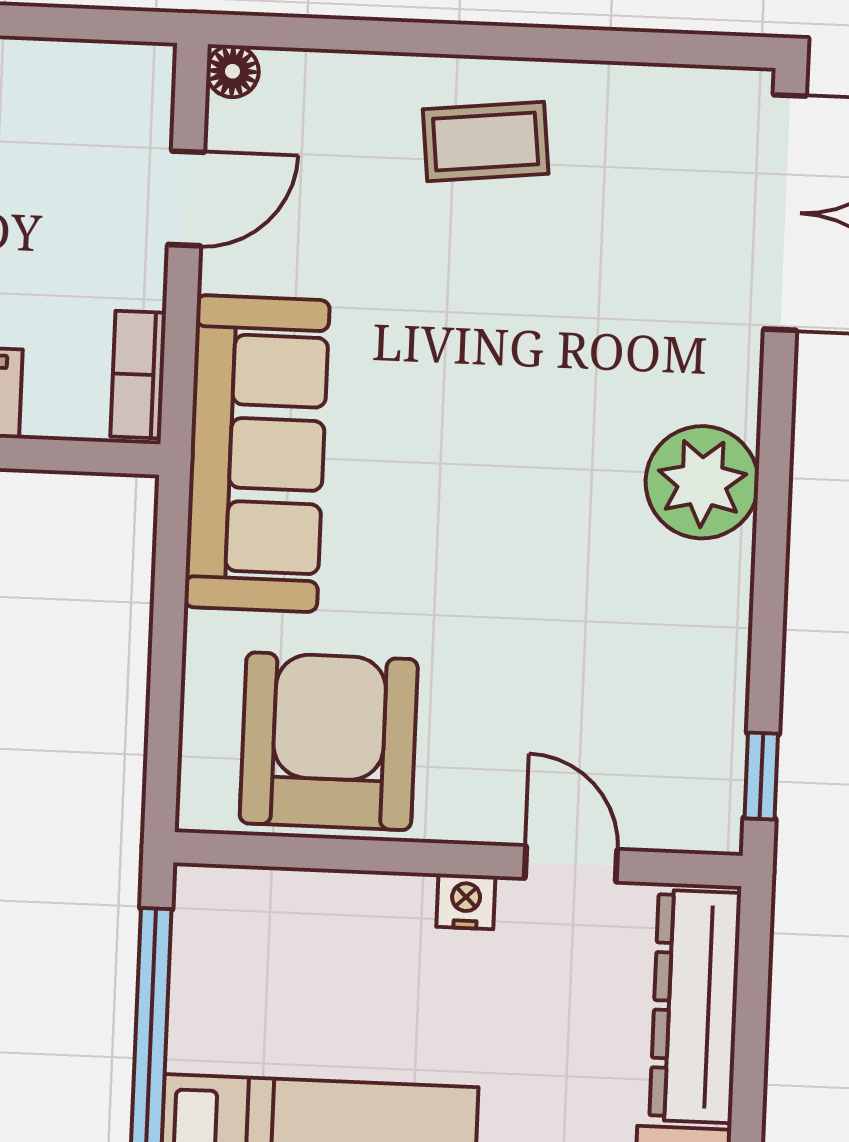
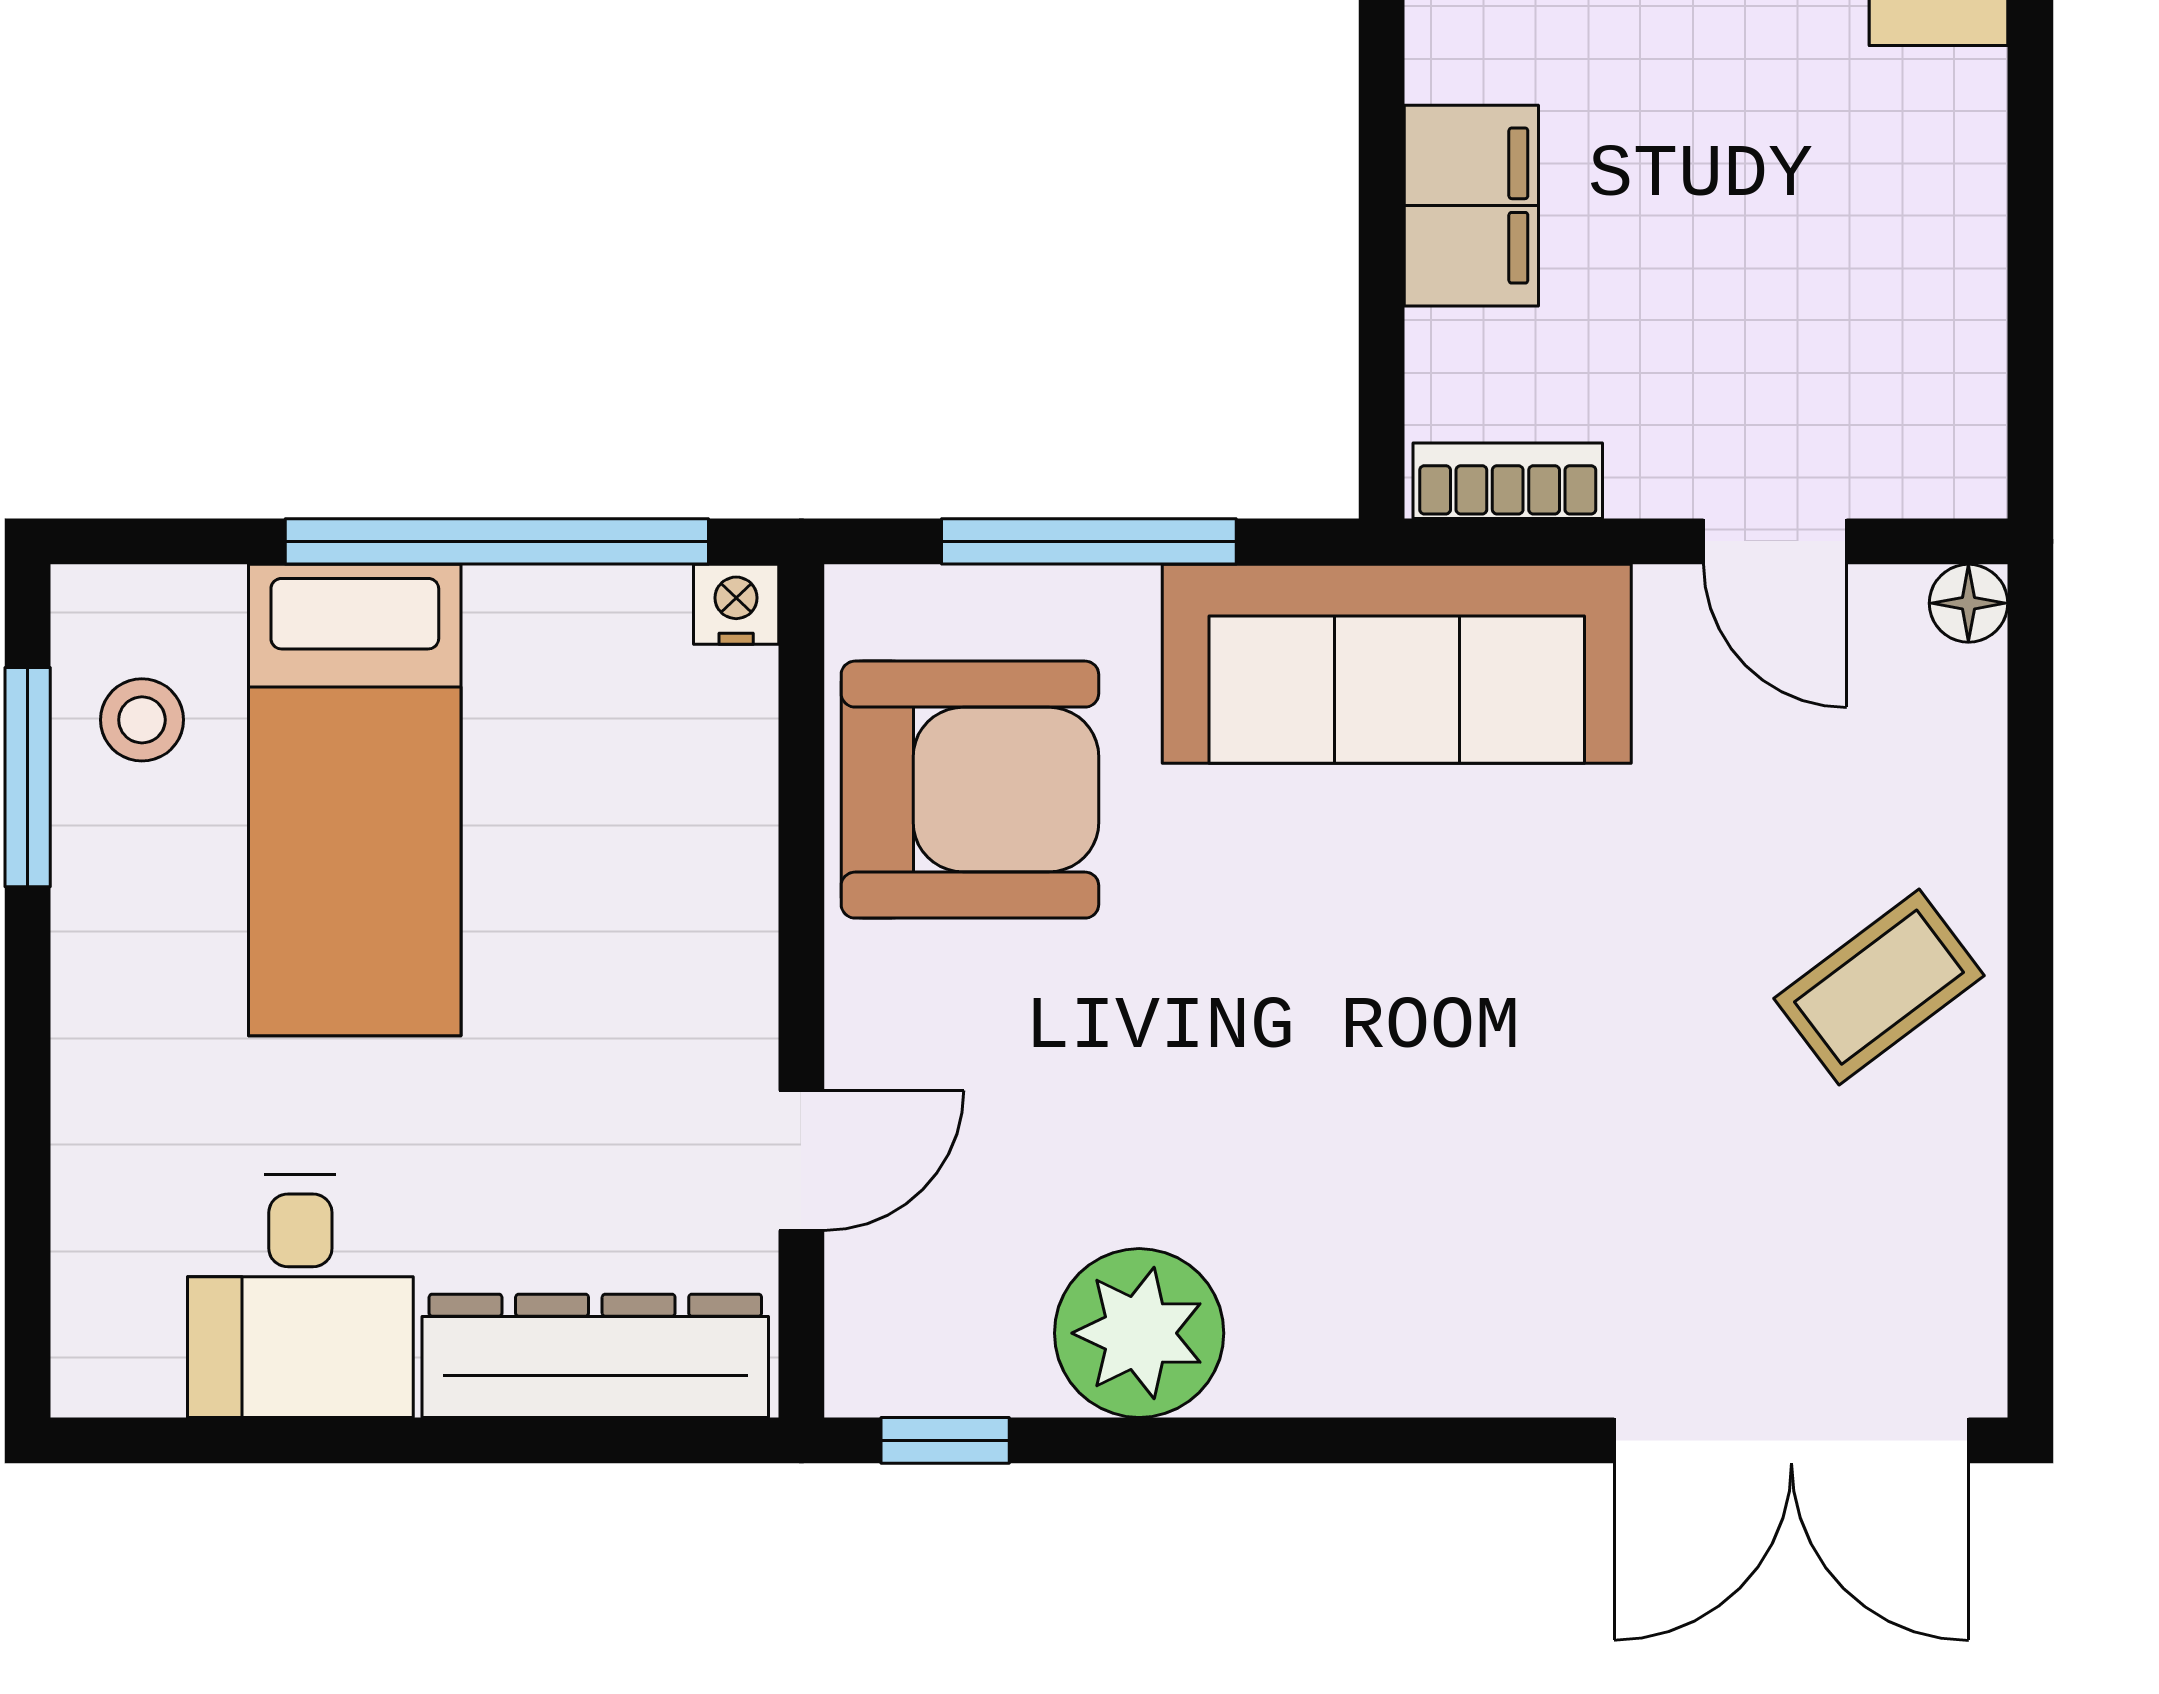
coffee table: (486, 142) -> (1879, 987), turned 59
plant: (702, 482) -> (1139, 1333), moved
window: (167, 655) -> (1089, 541), added
nightstand: (466, 901) -> (736, 604), moved, turned -90

